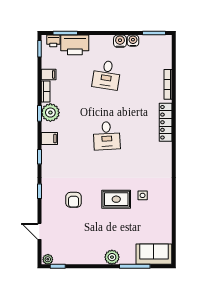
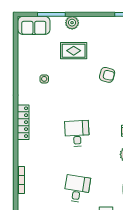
locker: (166, 122) -> (23, 122), moved
rug: (116, 199) -> (74, 51), moved
armchair: (74, 200) -> (107, 75), turned 104

